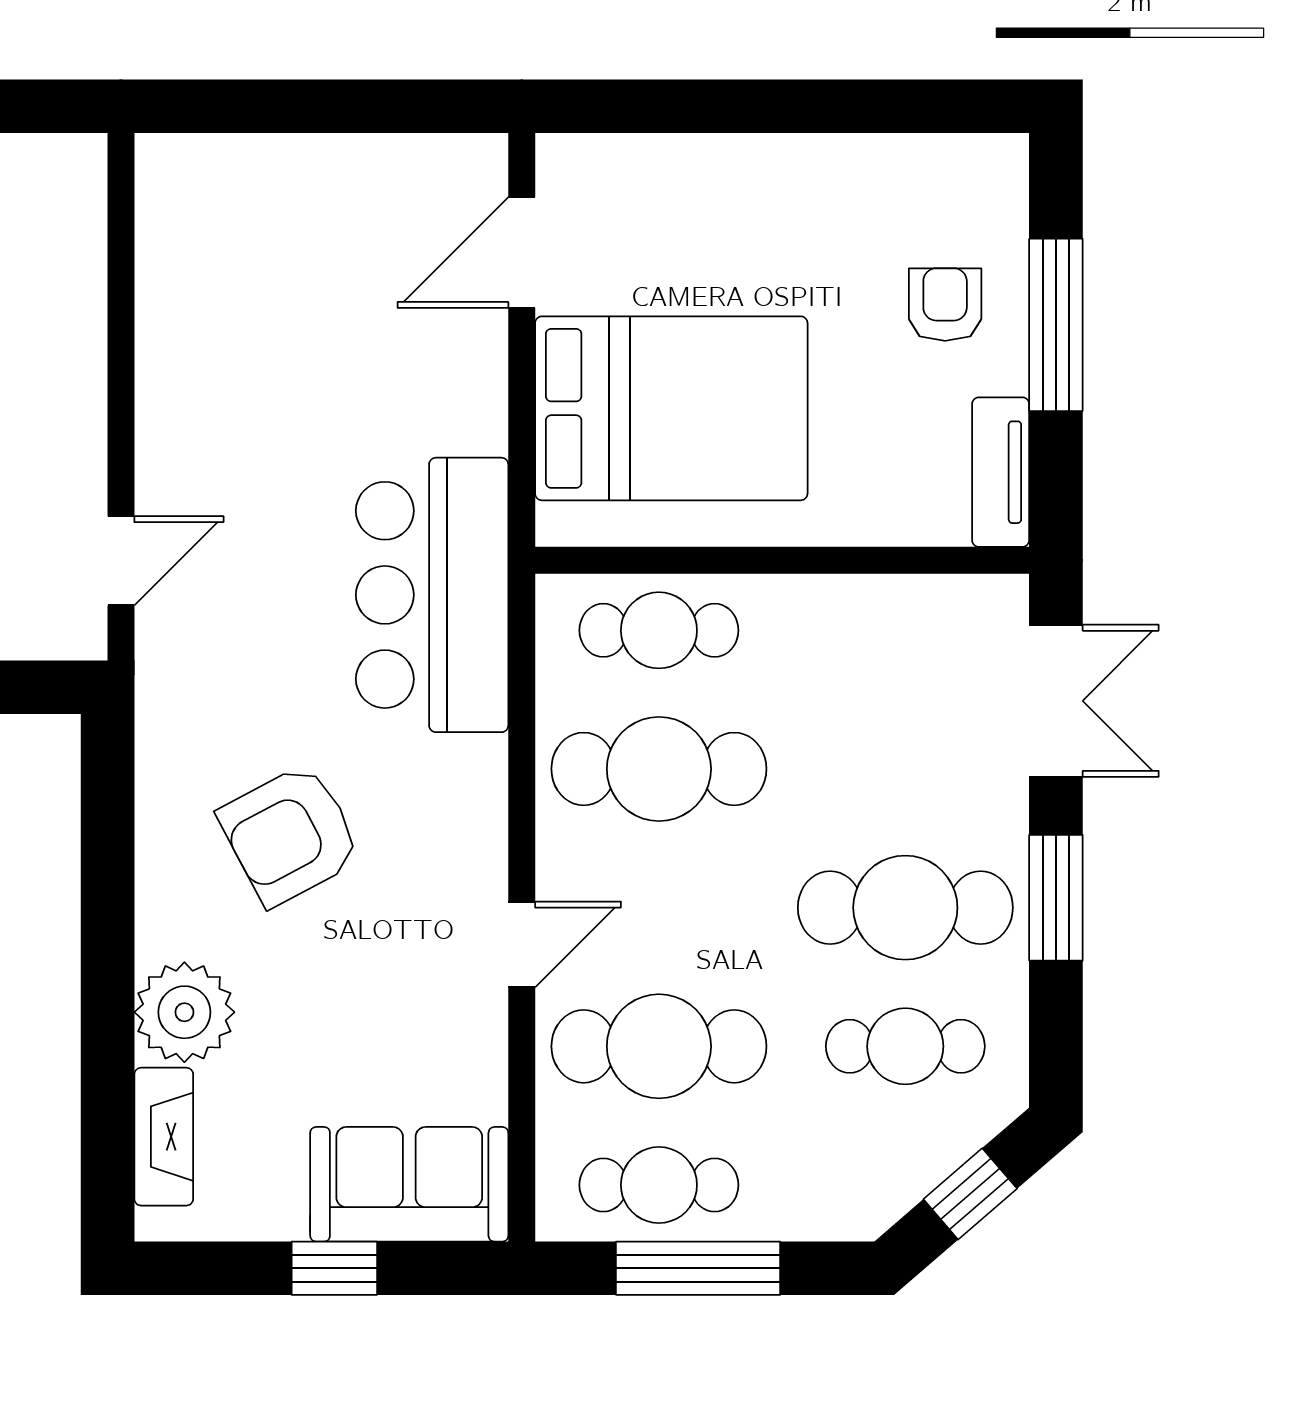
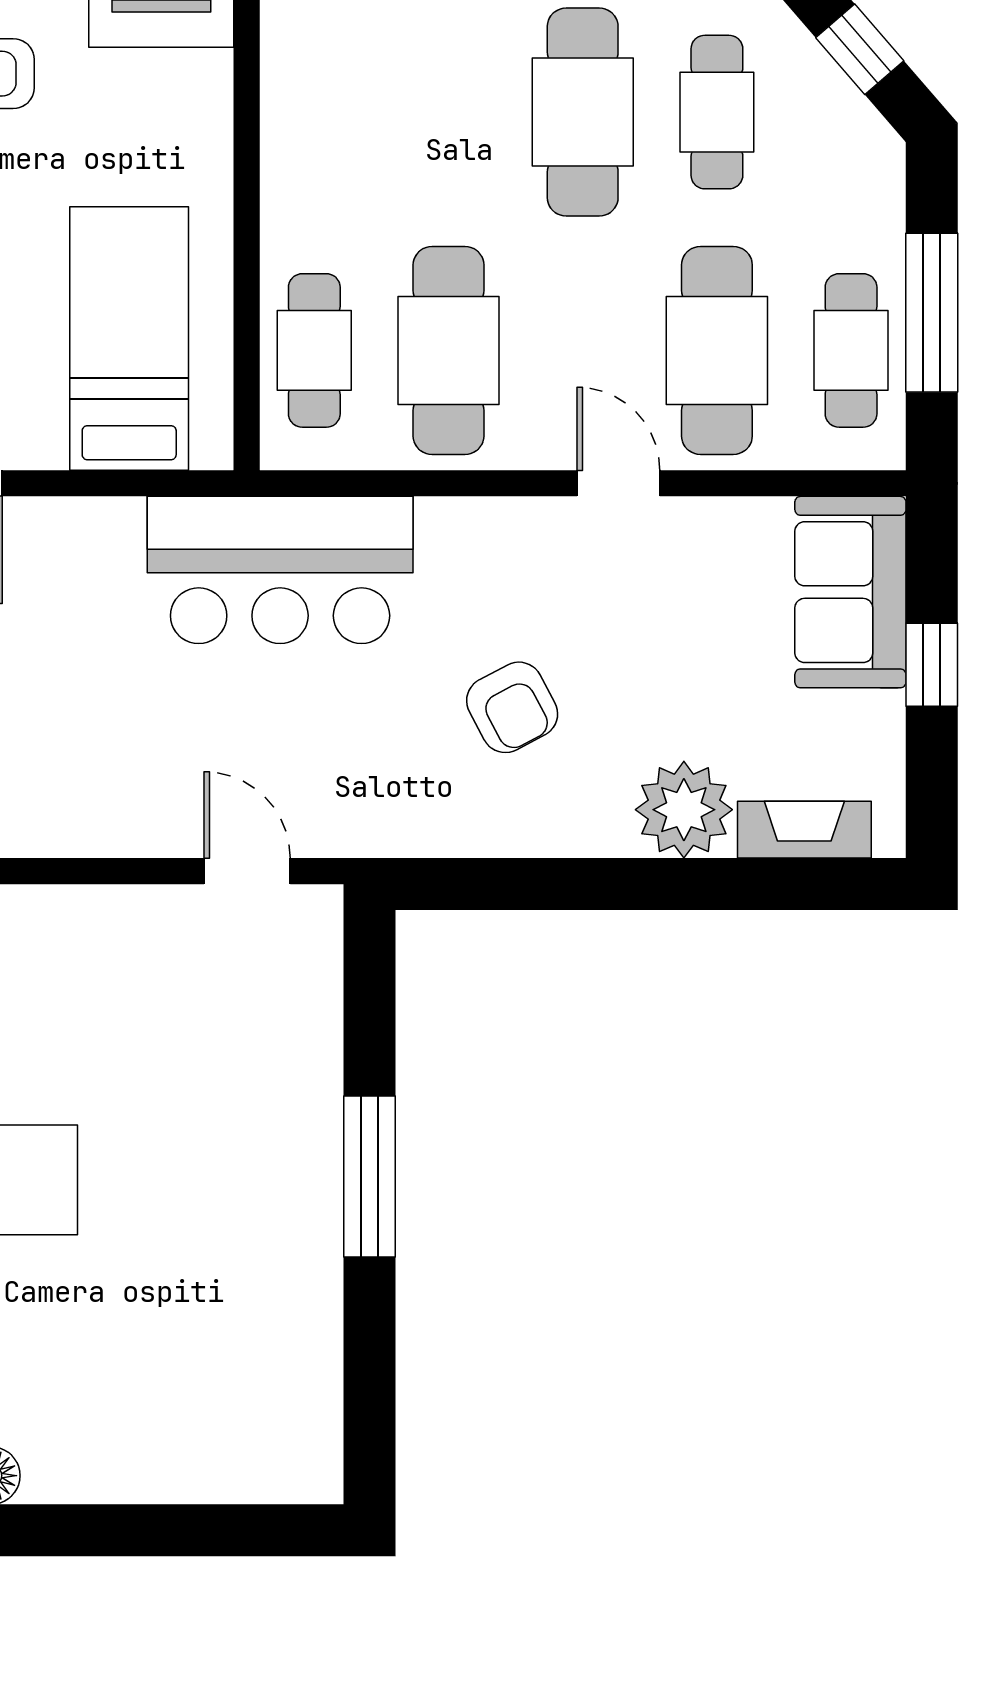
bed: (671, 408) -> (129, 339), width x0.67
armchair: (290, 835) -> (512, 707), width x0.72, depth x0.72

